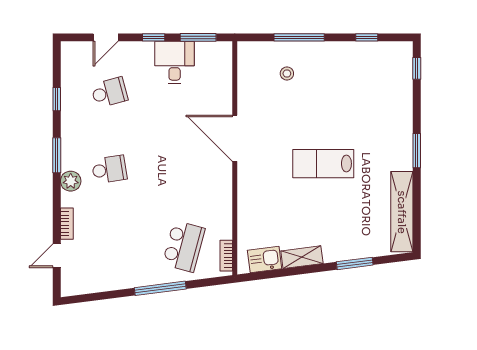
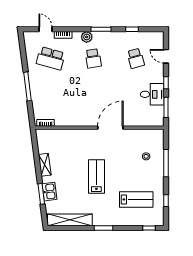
lab bench: (365, 91) -> (136, 199), added
school desk: (184, 246) -> (51, 58), moved
kitchen sink: (265, 260) -> (50, 192), moved

